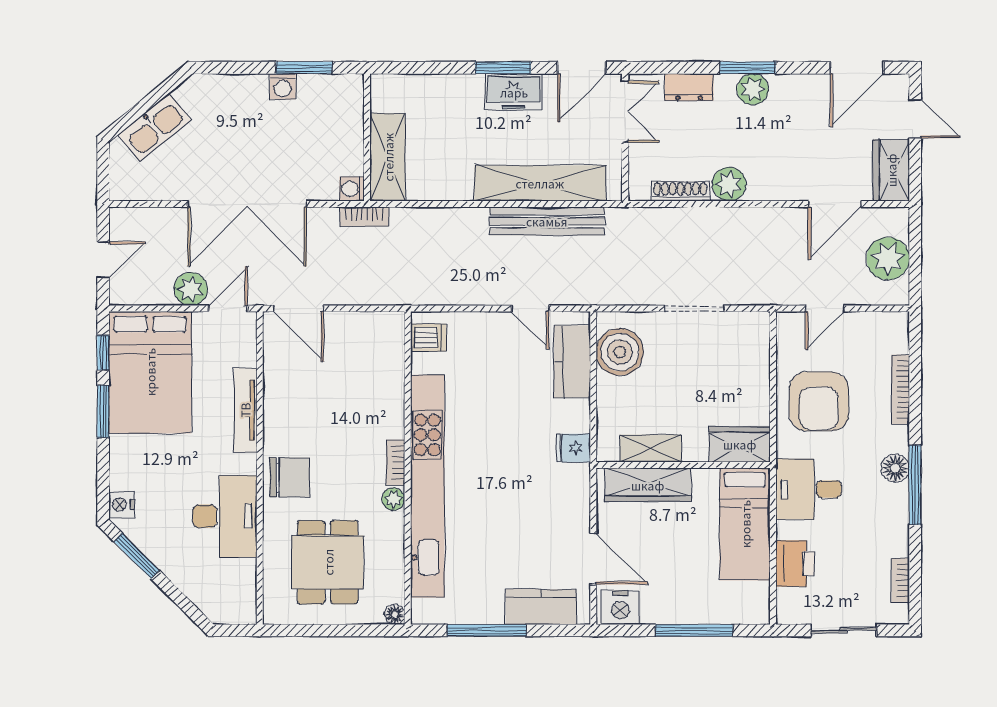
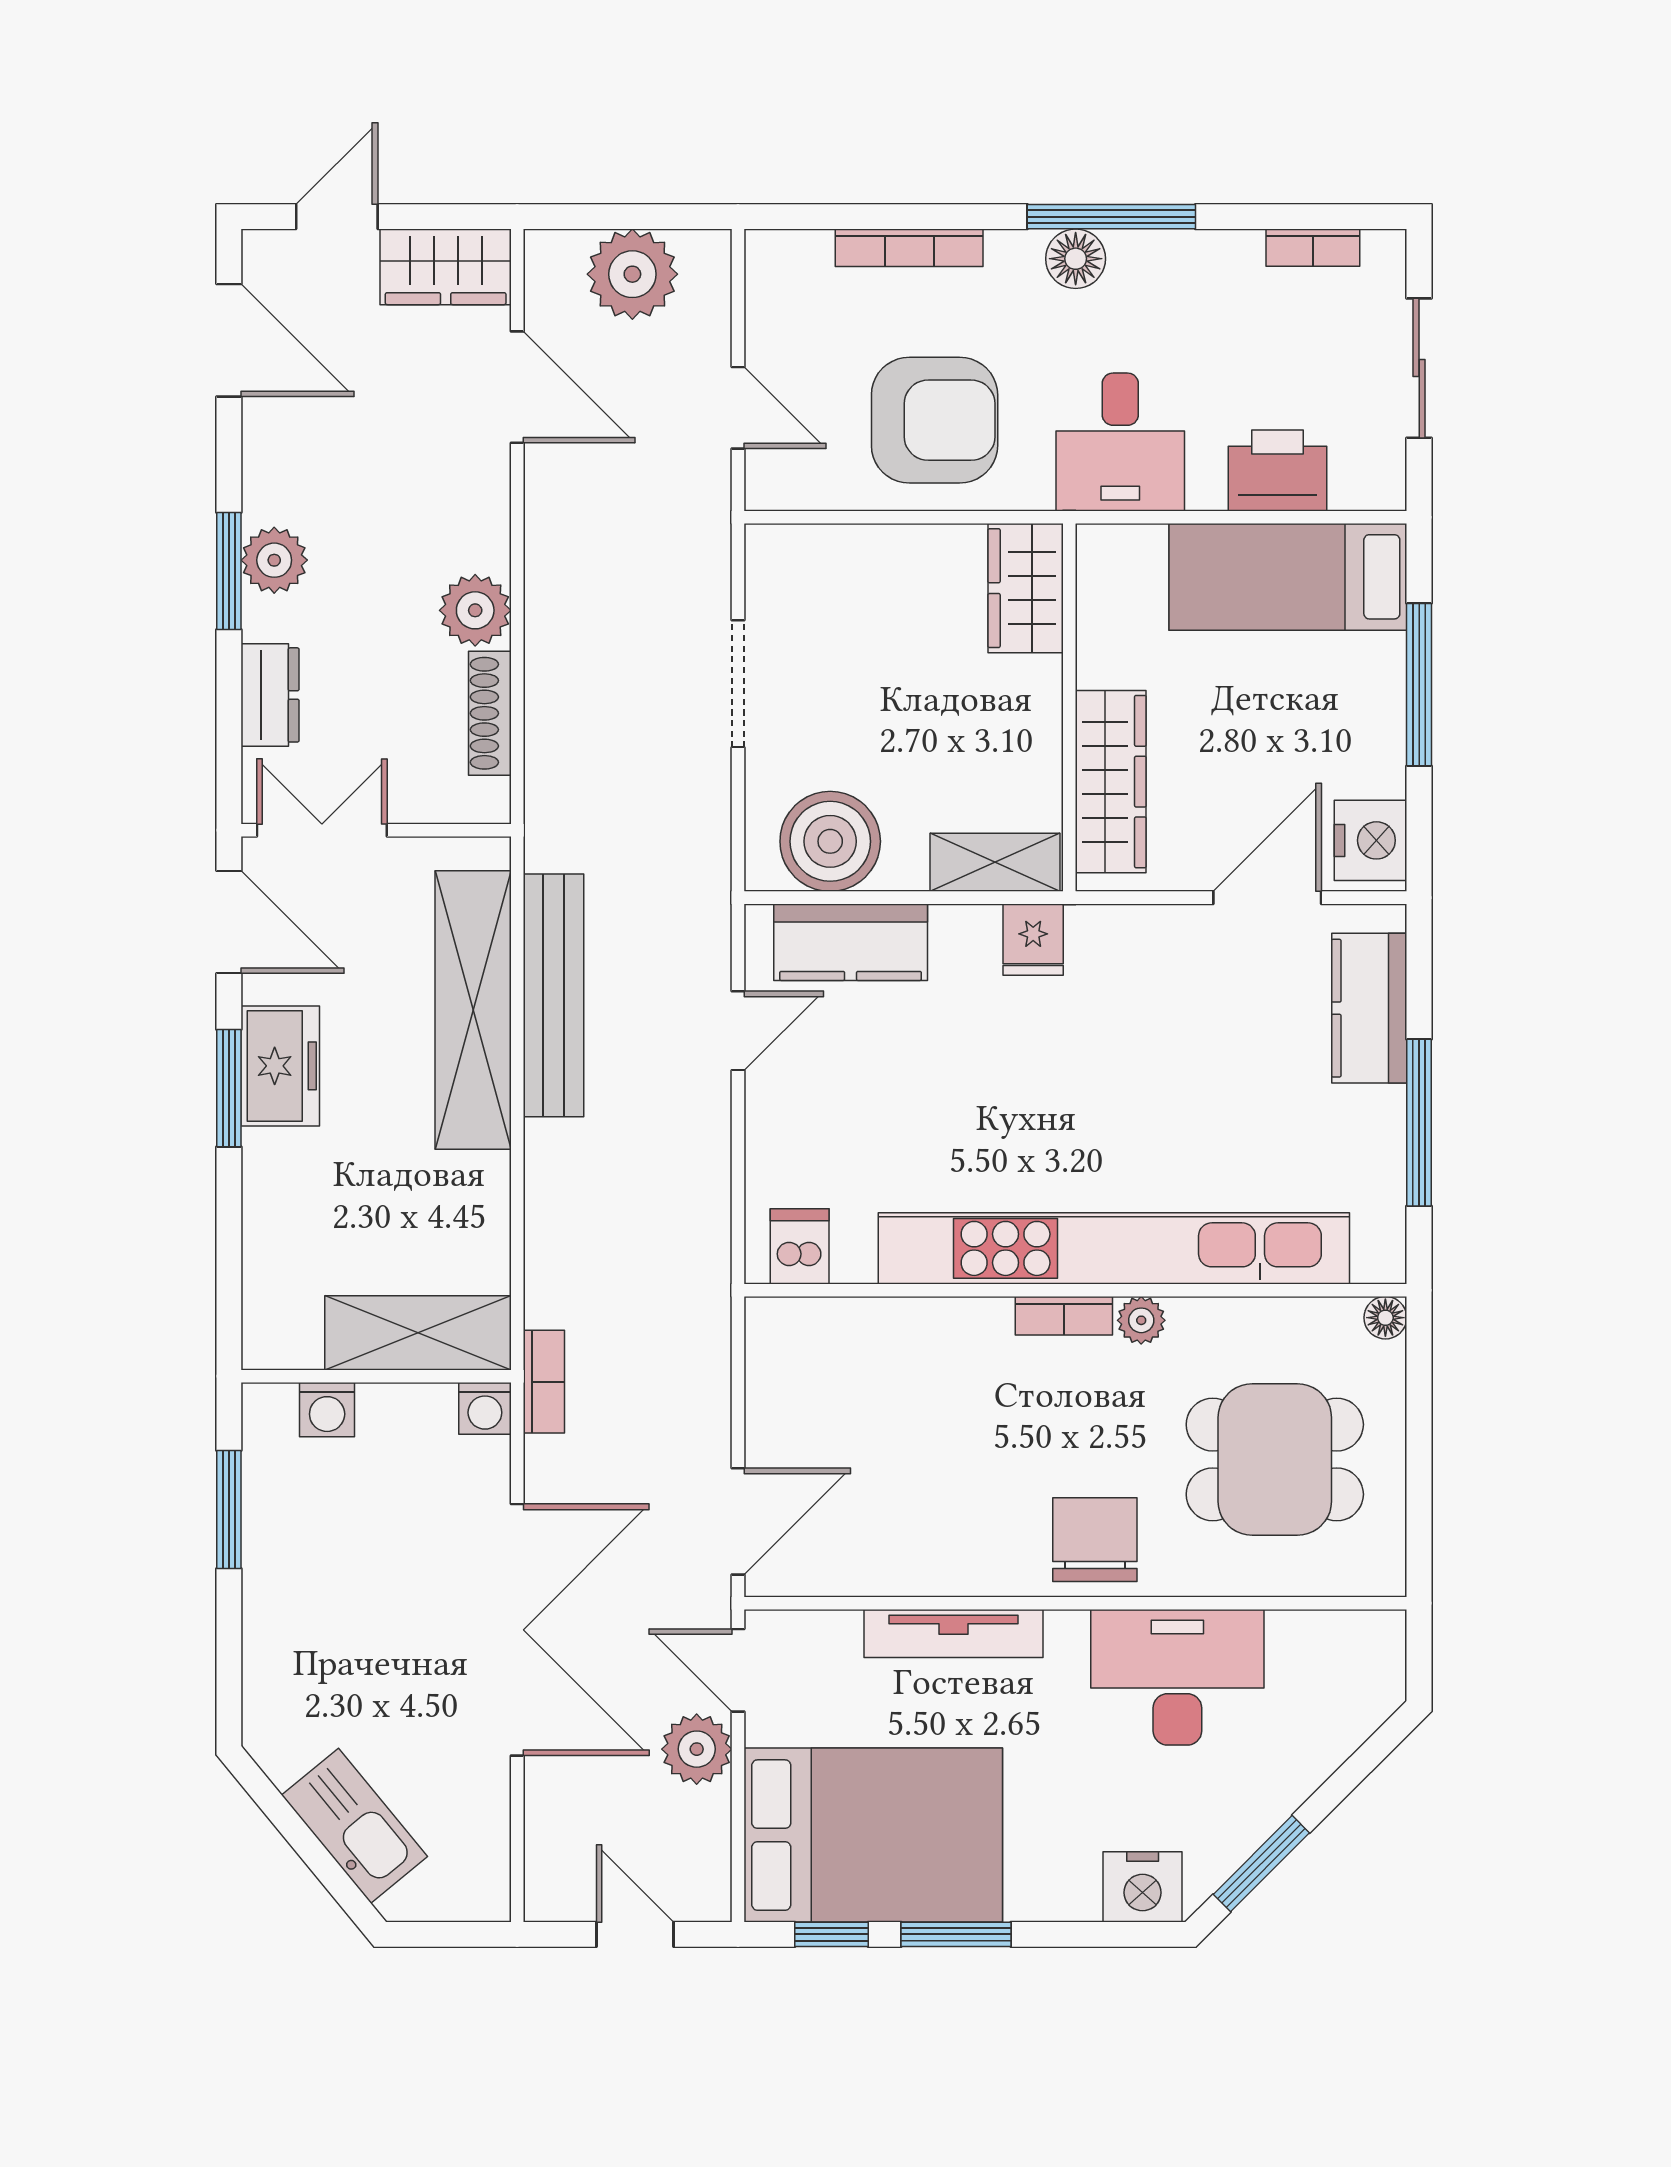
washing machine: (283, 86) -> (327, 1410), moved, turned 90
shelving: (651, 448) -> (995, 862), moved, turned 90
nightstand: (121, 505) -> (1143, 1887), width x1.36, depth x1.33
bed: (745, 524) -> (1288, 577), moved, turned 180

